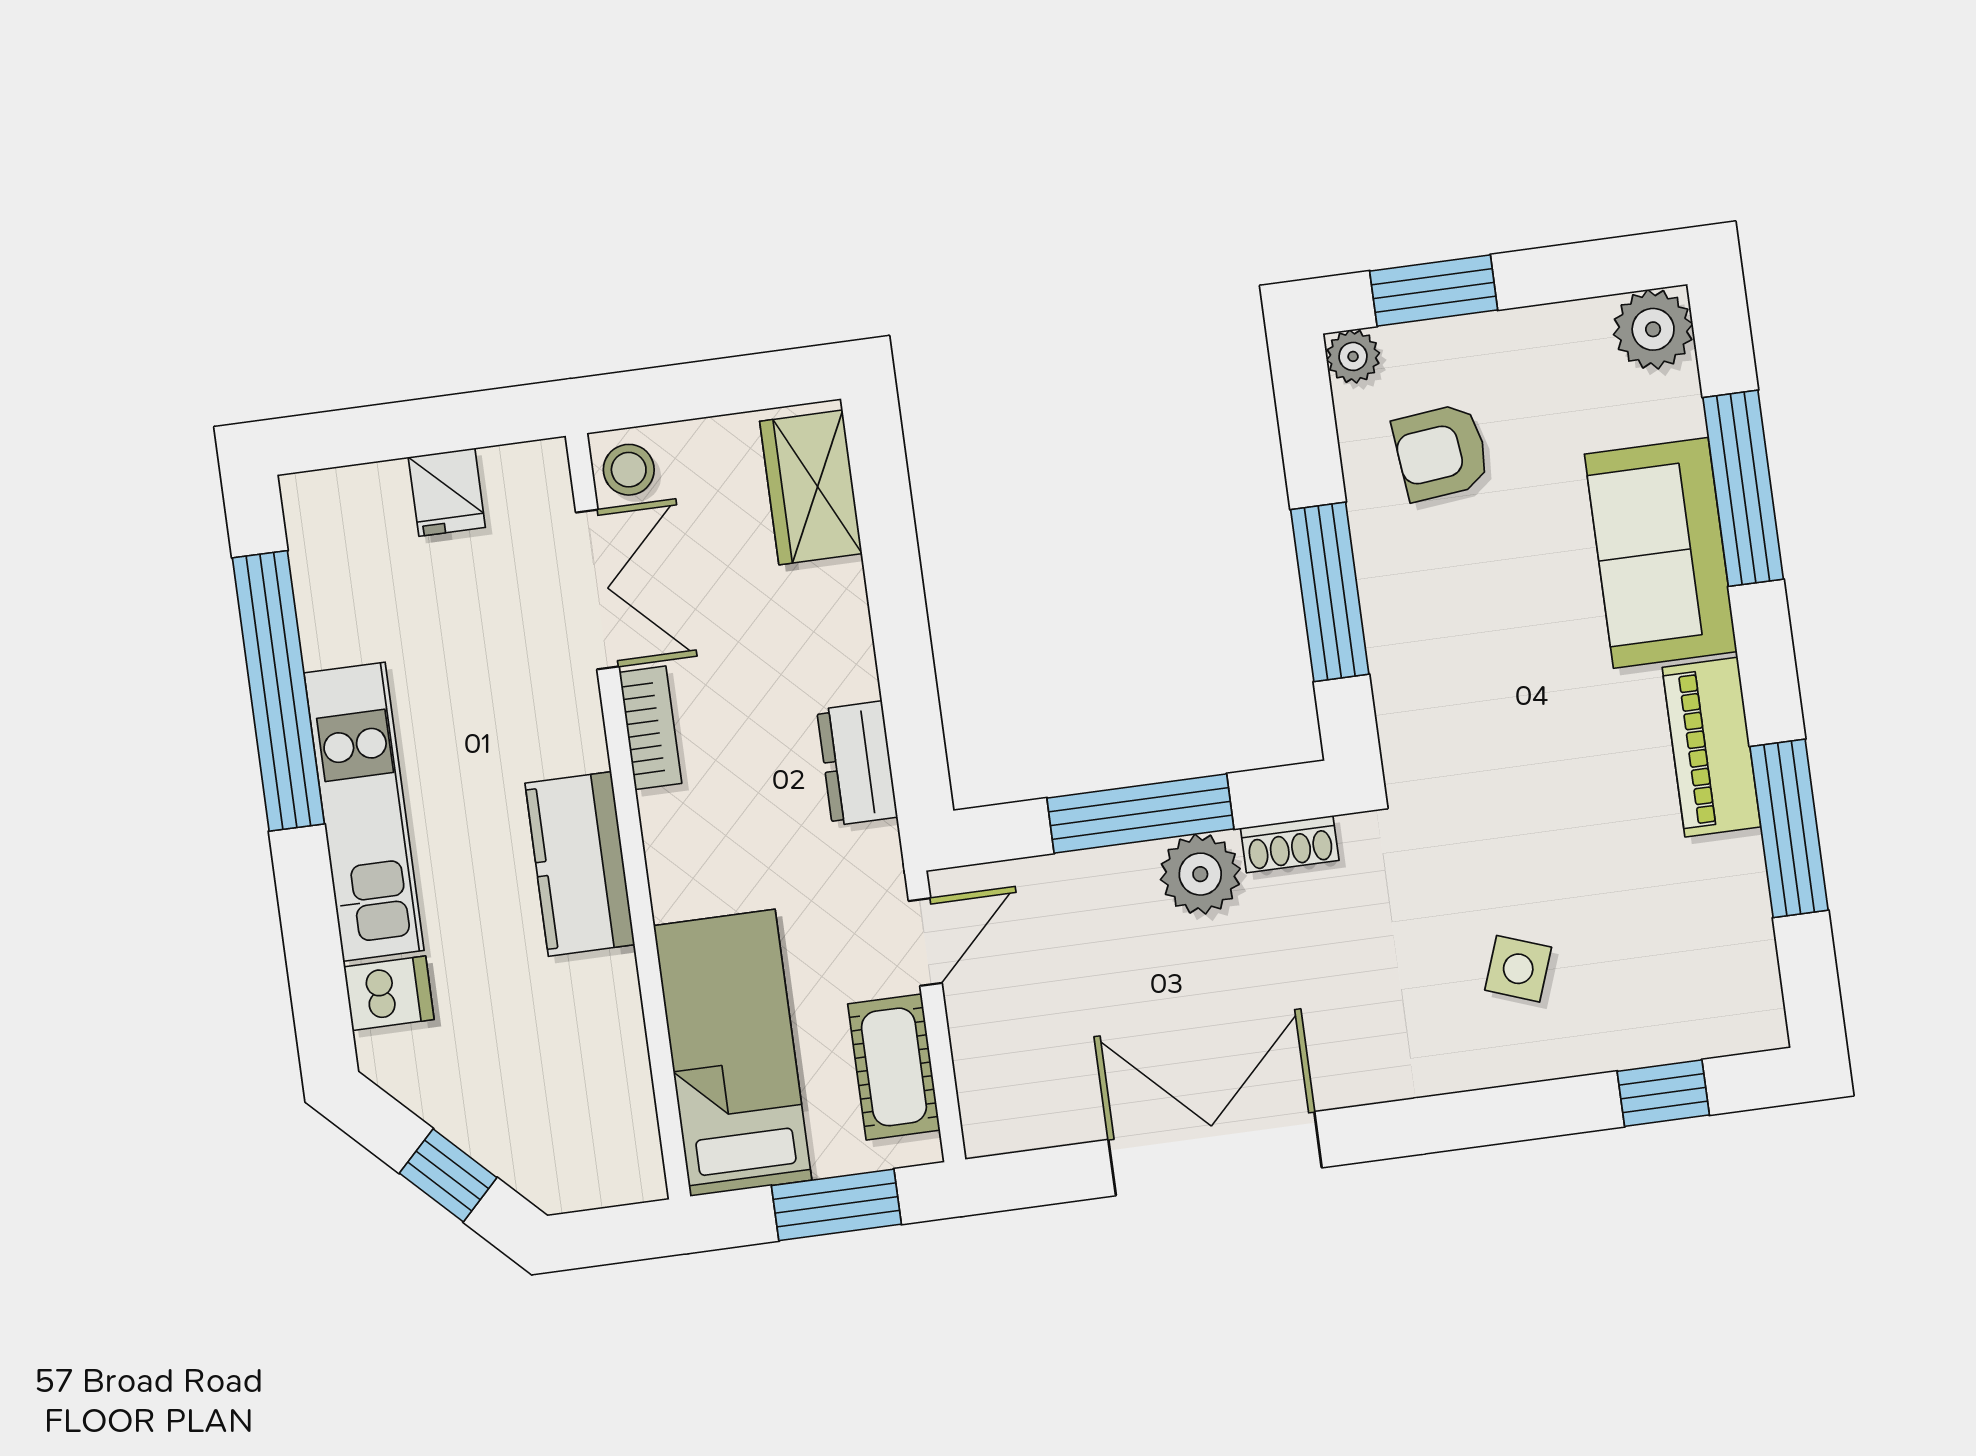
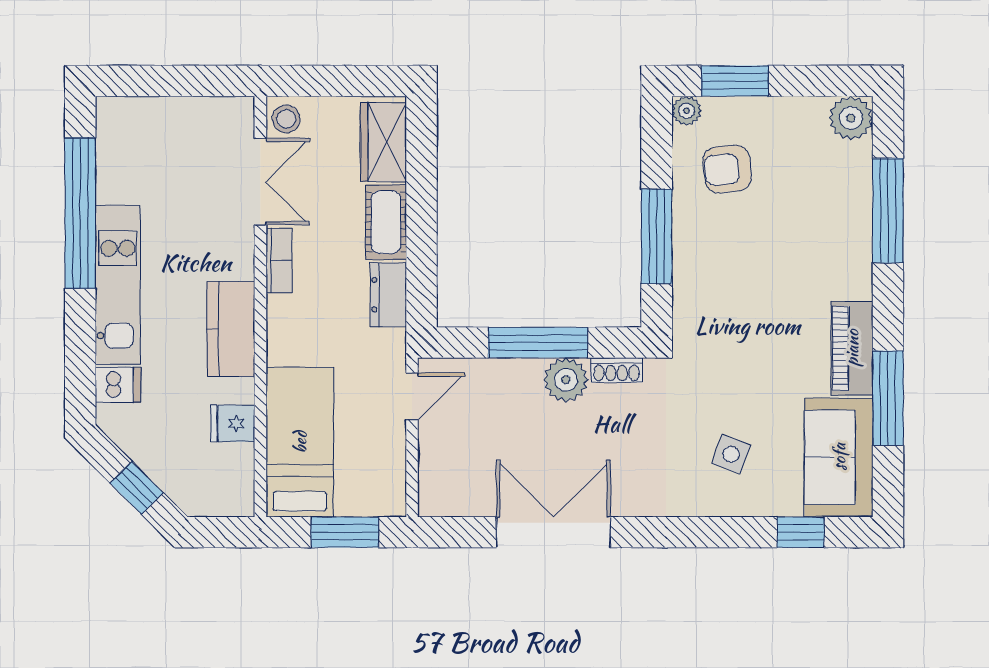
fridge: (447, 492) -> (233, 423), moved, turned 90
sofa: (1661, 553) -> (839, 457), moved
cot: (894, 1067) -> (386, 222), moved

